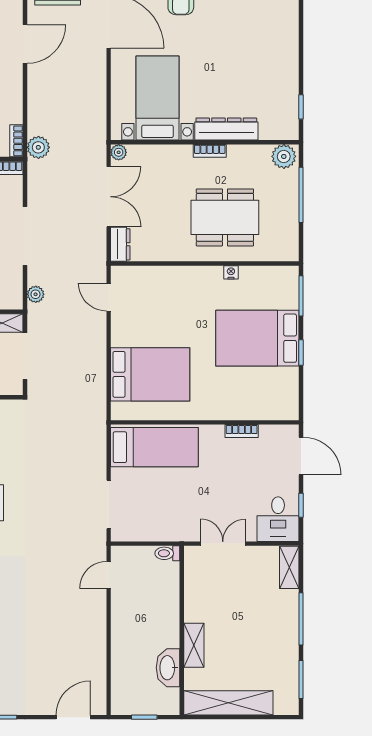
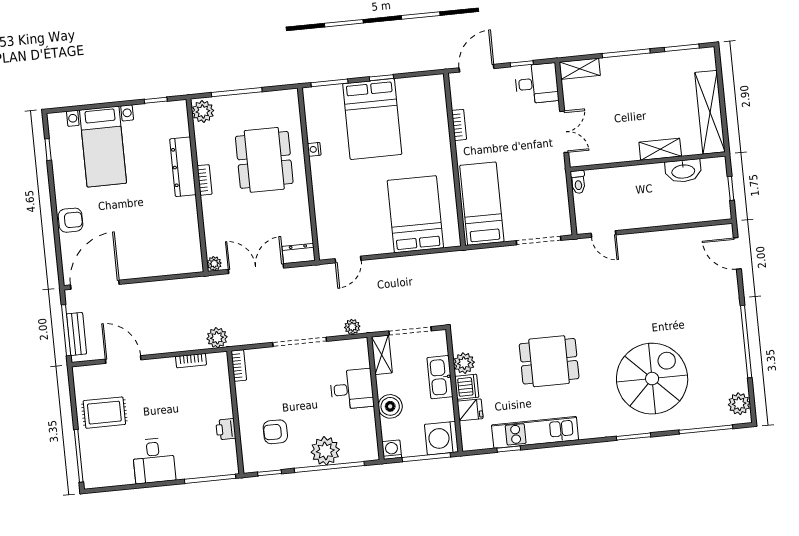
bed with nightstands: (158, 98) -> (103, 147), moved, turned -90
bookcase: (16, 141) -> (191, 361), moved
double door: (223, 544) -> (564, 132), swing flipped

